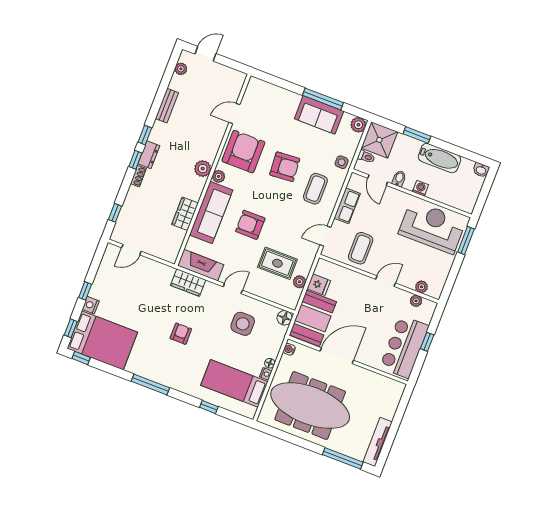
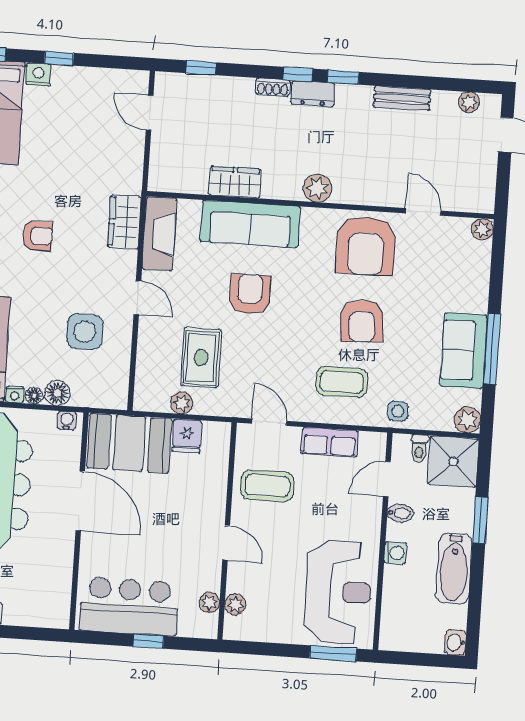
armchair: (243, 152) -> (366, 246), turned 90
plant: (219, 176) -> (482, 229), moved
floor lamp: (285, 318) -> (57, 393), moved

